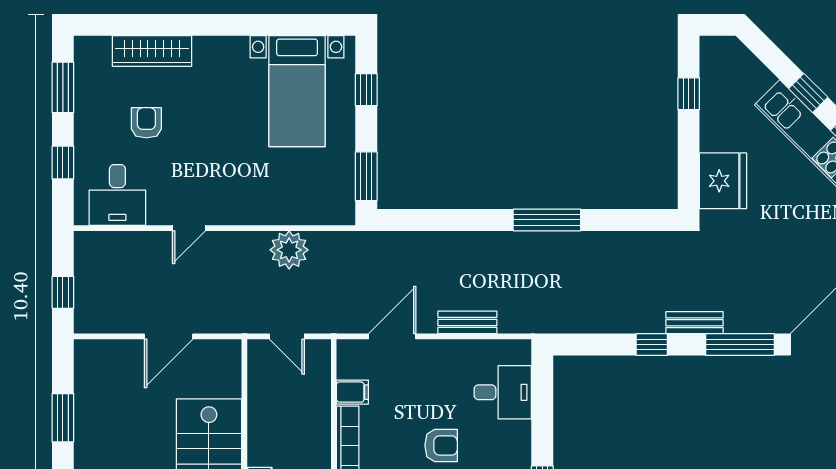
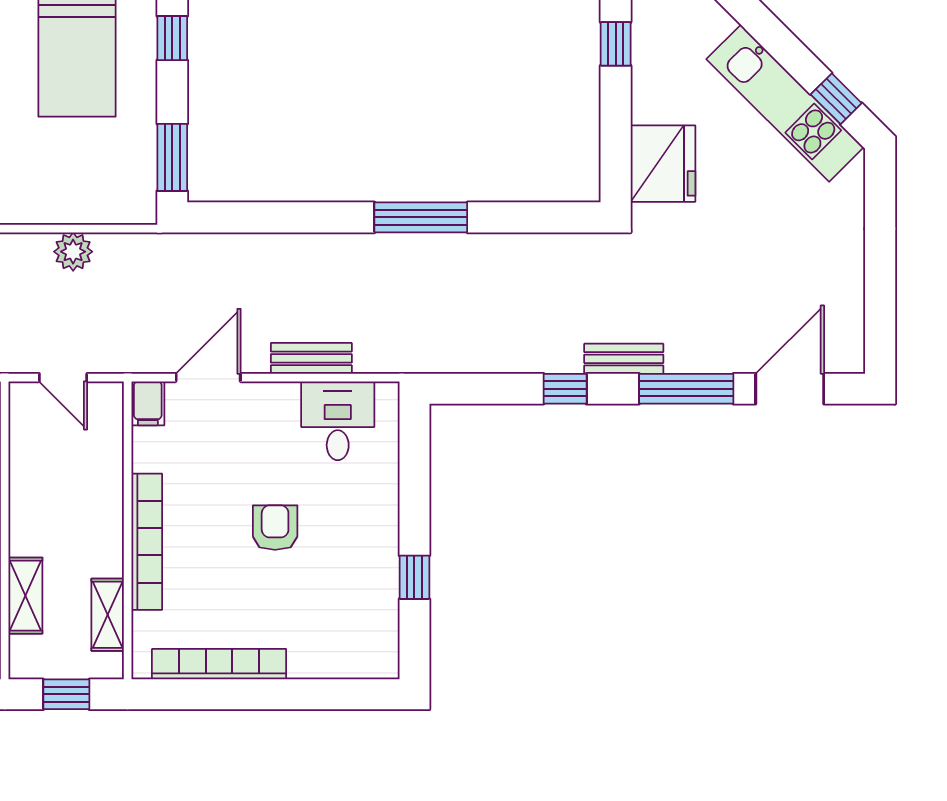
window: (808, 93) -> (780, 43), removed
plant: (289, 250) -> (73, 252), width x0.73, depth x0.73
filing cabinet: (352, 392) -> (148, 403), moved, turned 90
desk: (503, 392) -> (338, 421), moved, turned -90
armchair: (441, 445) -> (275, 528), turned -90

